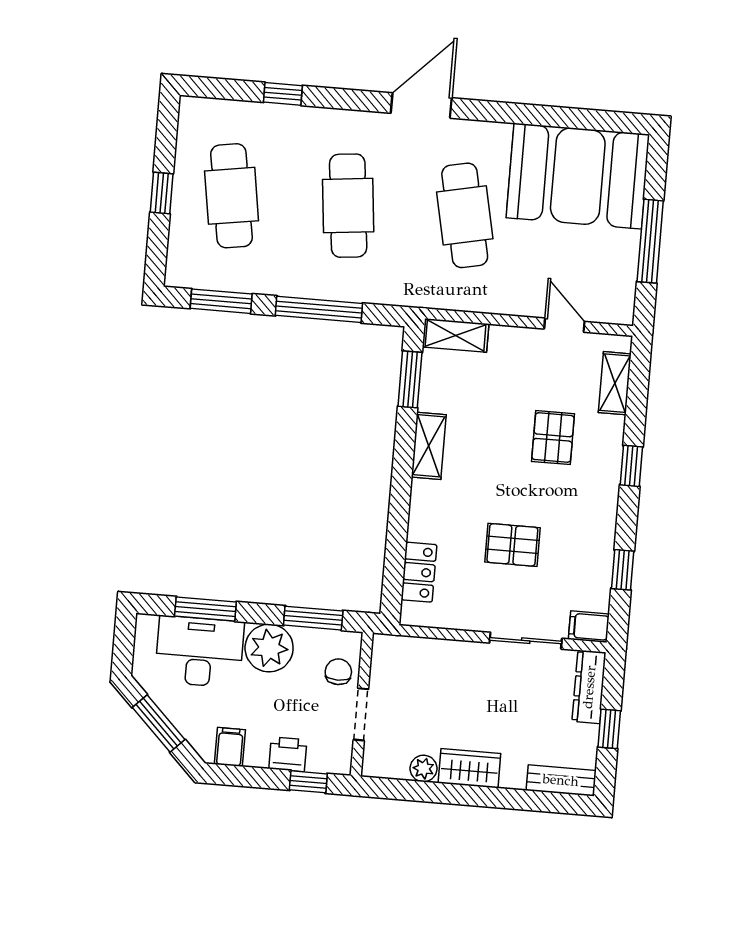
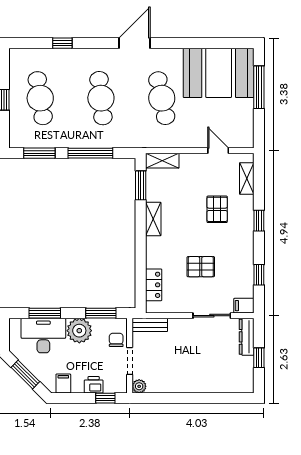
window: (650, 241) -> (259, 87), moved
plant: (423, 768) -> (139, 386), moved
wardrobe: (469, 768) -> (188, 384), removed
bench: (561, 780) -> (150, 325), moved

